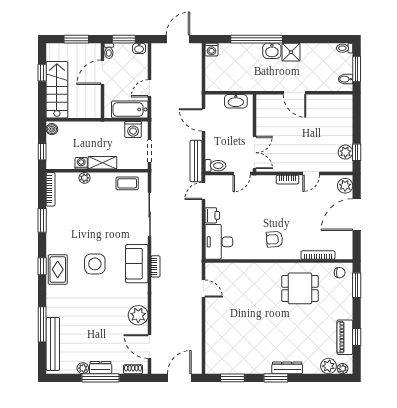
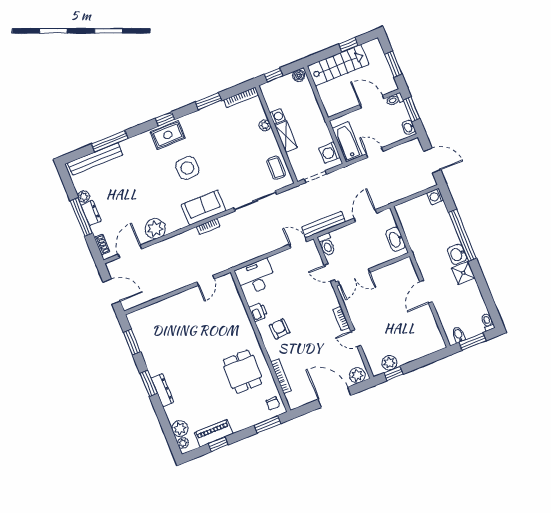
printer: (212, 215) -> (258, 312), moved, turned -90

